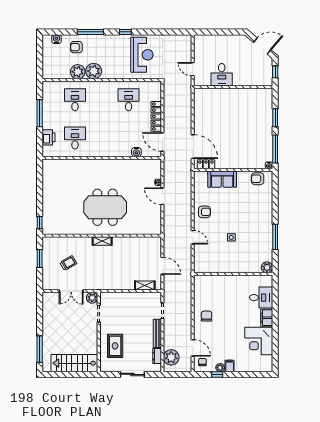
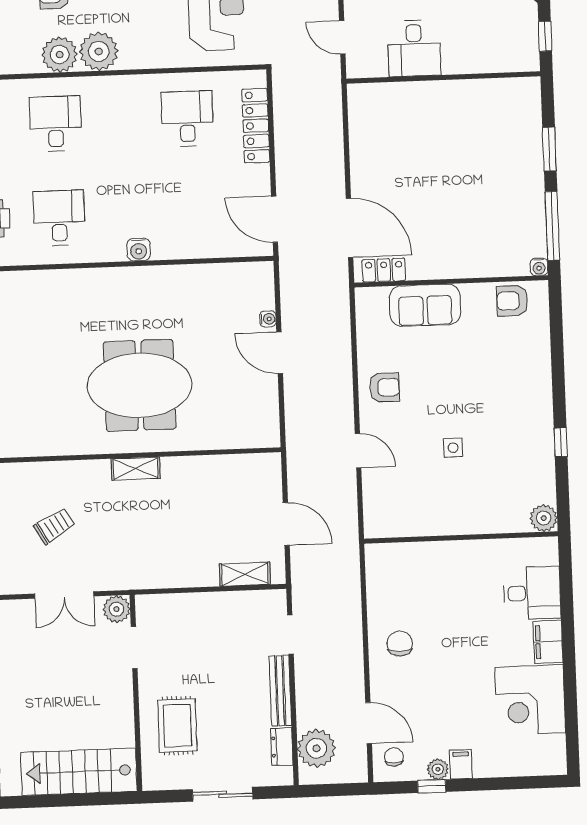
locker: (156, 116) -> (256, 126), moved
water cooler: (136, 152) -> (139, 250), moved
window: (275, 237) -> (561, 442), width x0.46

